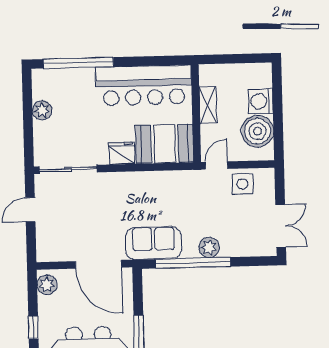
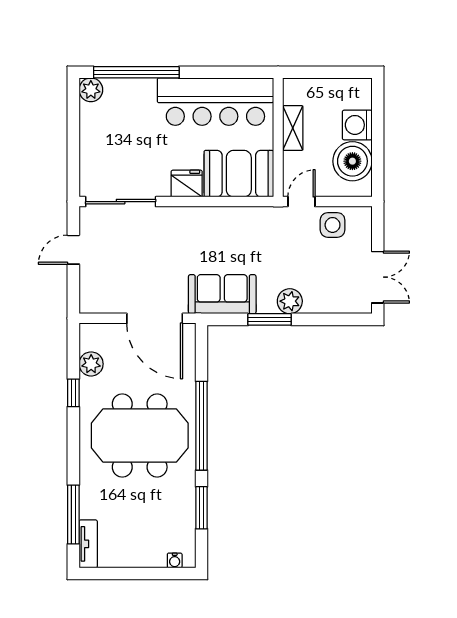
plant: (42, 110) -> (91, 90), moved
window: (193, 263) -> (270, 319), width x0.47
plant: (47, 285) -> (91, 364), moved

